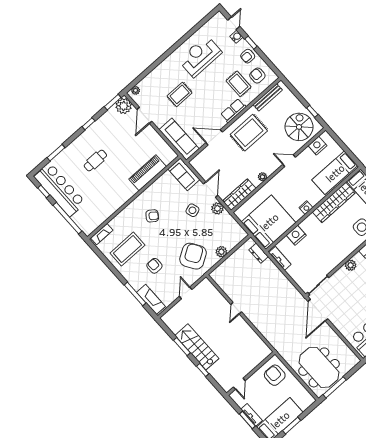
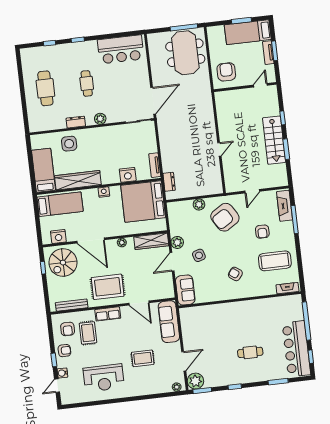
door: (289, 161) -> (91, 240), width x1.88
piano: (148, 173) -> (214, 312), removed
armchair: (275, 375) -> (226, 72), turned 180

